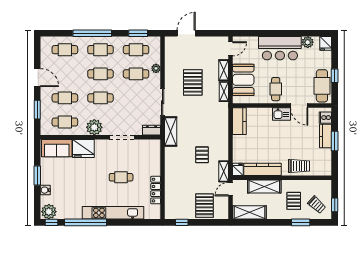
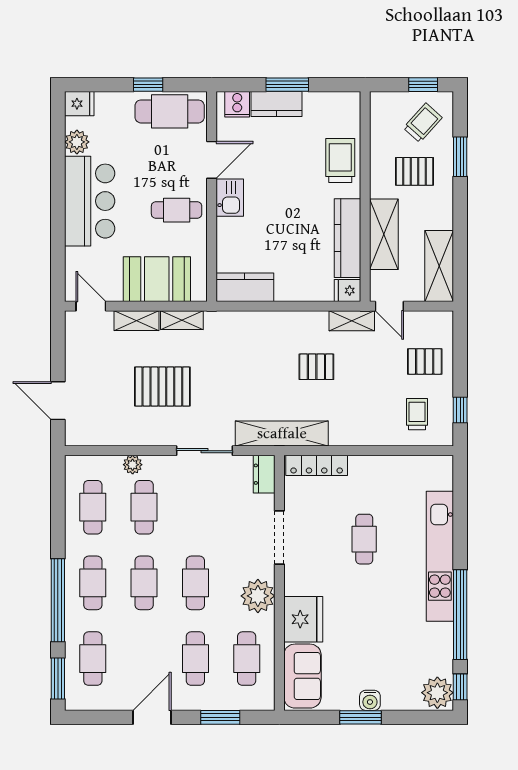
window: (138, 33) -> (58, 679), moved
shelving: (171, 132) -> (282, 434), width x1.47
water cooler: (45, 190) -> (370, 700), moved
locker: (156, 190) -> (317, 465), moved
trolley: (180, 202) -> (417, 414), added
pallet: (205, 206) -> (425, 361), width x0.67, depth x0.71

